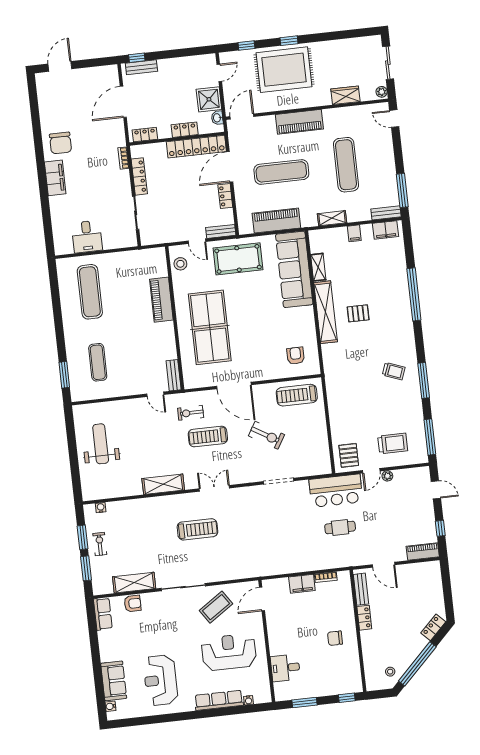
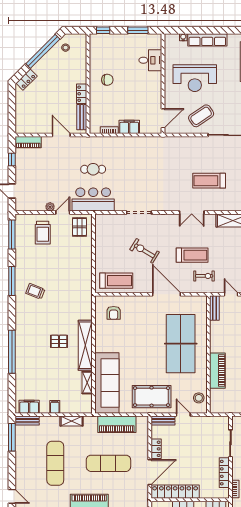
trolley: (393, 443) -> (43, 233), turned -90

